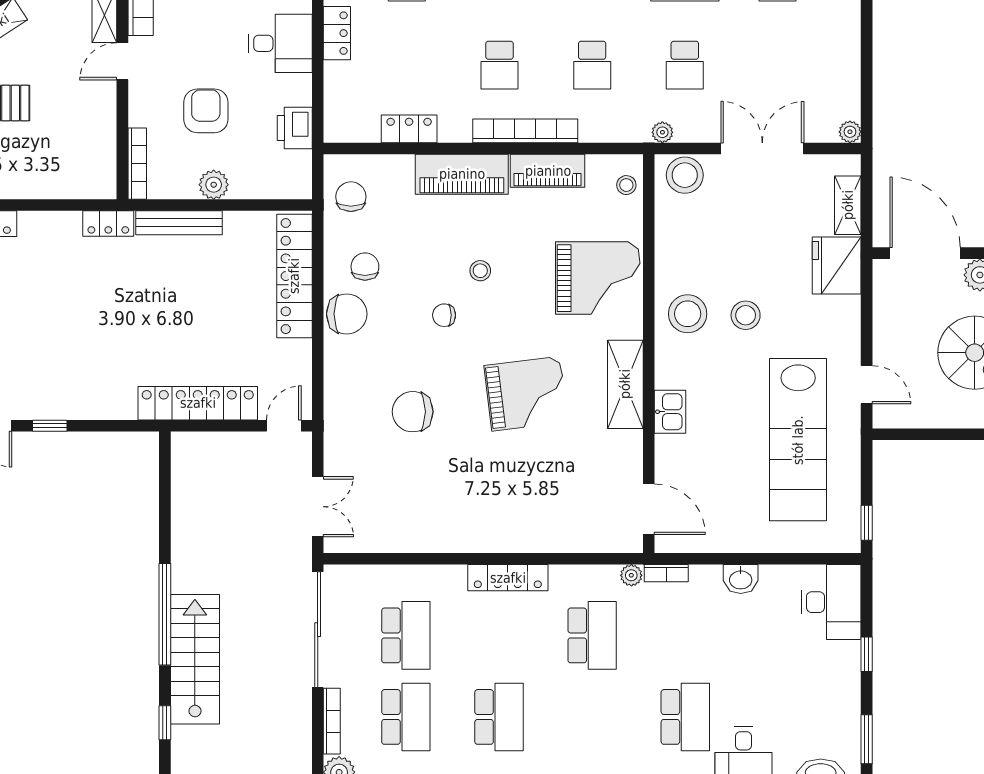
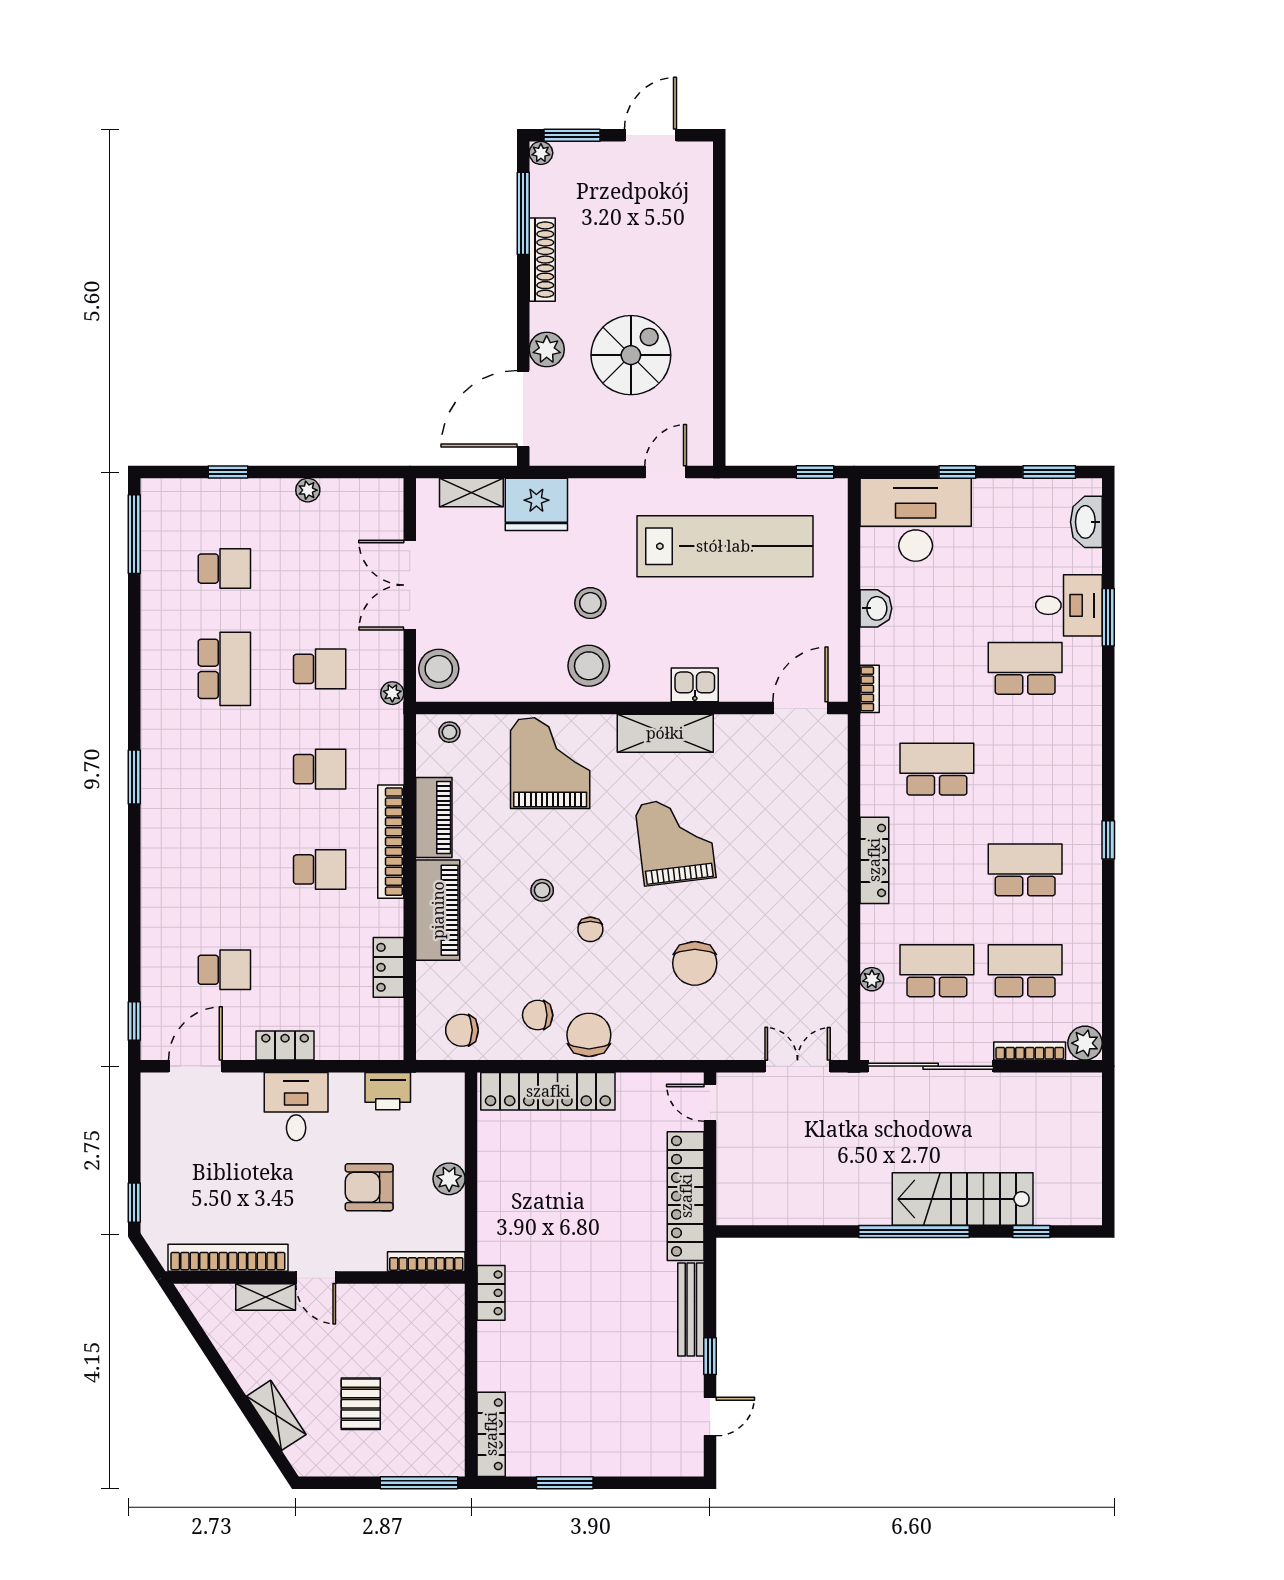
plant: (850, 132) -> (308, 490), moved
bench: (179, 223) -> (691, 1310), moved
plant: (631, 575) -> (872, 979), moved
desk: (831, 602) -> (916, 520), width x1.36, depth x1.30

